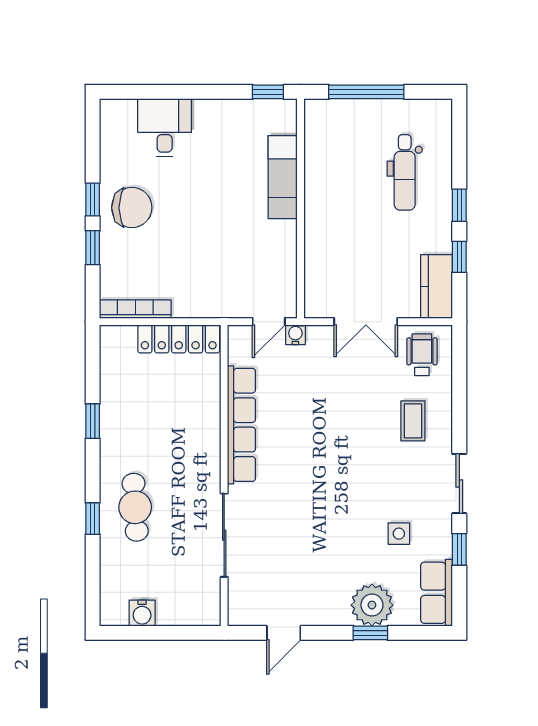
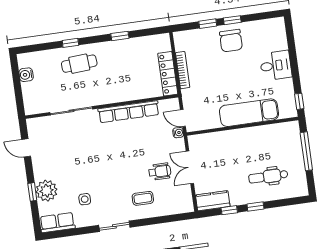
desk: (165, 128) -> (276, 66), moved
exam couch: (283, 177) -> (249, 113), width x1.36, depth x1.45
bookcase: (135, 309) -> (183, 70), moved
wheelchair: (422, 355) -> (160, 172), moved
window: (459, 549) -> (81, 231), removed

